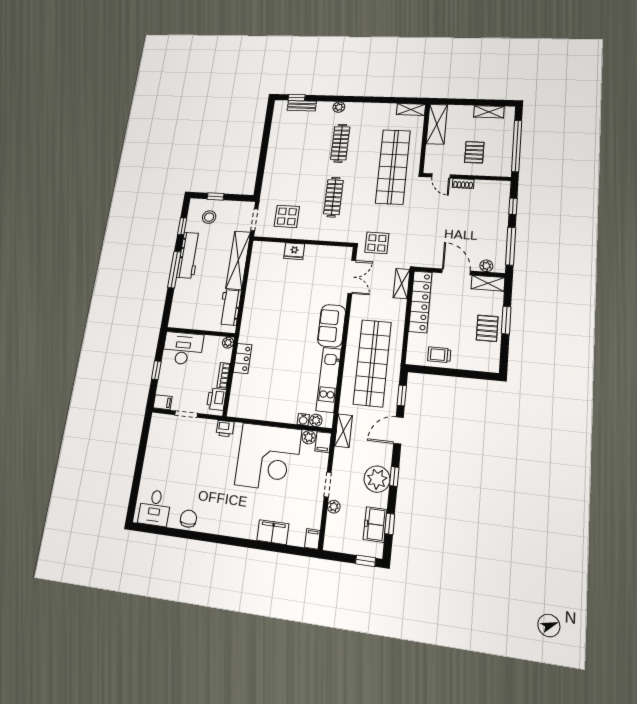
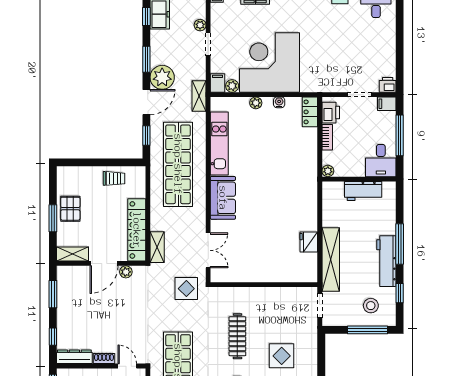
dresser: (492, 187) -> (74, 357), added
window: (216, 196) -> (368, 330), width x2.17
display table: (287, 216) -> (282, 356), moved
window: (511, 246) -> (53, 294), width x0.69
fridge: (294, 251) -> (309, 242), moved, turned -90
plant: (486, 266) -> (126, 272), moved
door: (456, 272) -> (104, 263), hinge flipped
double door: (352, 277) -> (208, 250), swing flipped
workbench: (230, 307) -> (363, 191), moved, turned 90
desk: (183, 348) -> (381, 161), width x0.73
locker: (243, 358) -> (310, 112), moved
window: (156, 370) -> (400, 135), width x2.17
water cooler: (303, 419) -> (279, 102), moved
plant: (316, 420) -> (256, 103), moved
printer: (225, 429) -> (388, 85), moved
window: (394, 477) -> (146, 59), width x1.50
plant: (377, 479) -> (162, 77), moved

